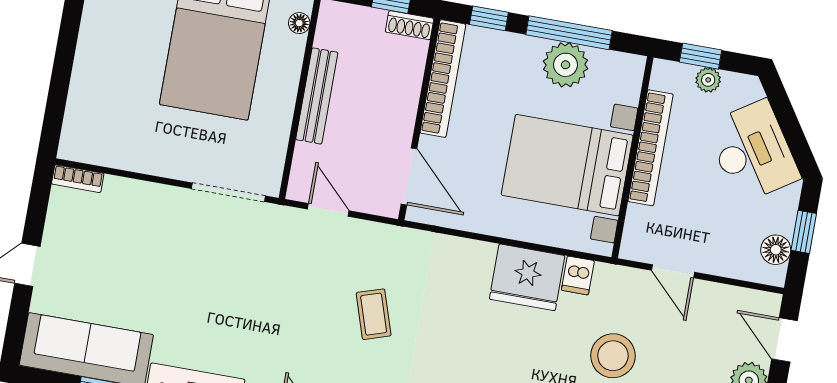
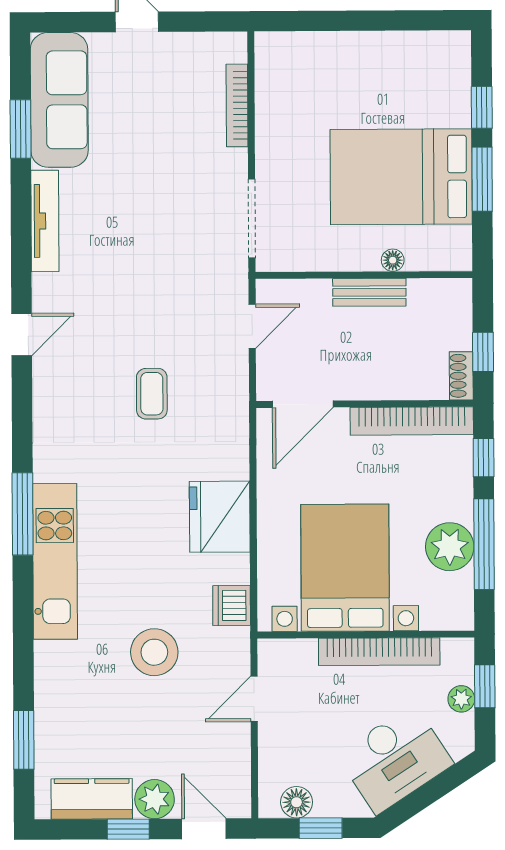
floor lamp: (299, 23) -> (393, 260), moved
bench: (317, 96) -> (369, 292), width x0.73
bookcase: (78, 179) -> (237, 105), moved, width x1.56
dishwasher: (578, 275) -> (232, 605), width x1.38
fridge: (527, 277) -> (220, 517), moved
coffee table: (374, 314) -> (152, 394), turned -72
door: (785, 340) -> (204, 829), hinge flipped

